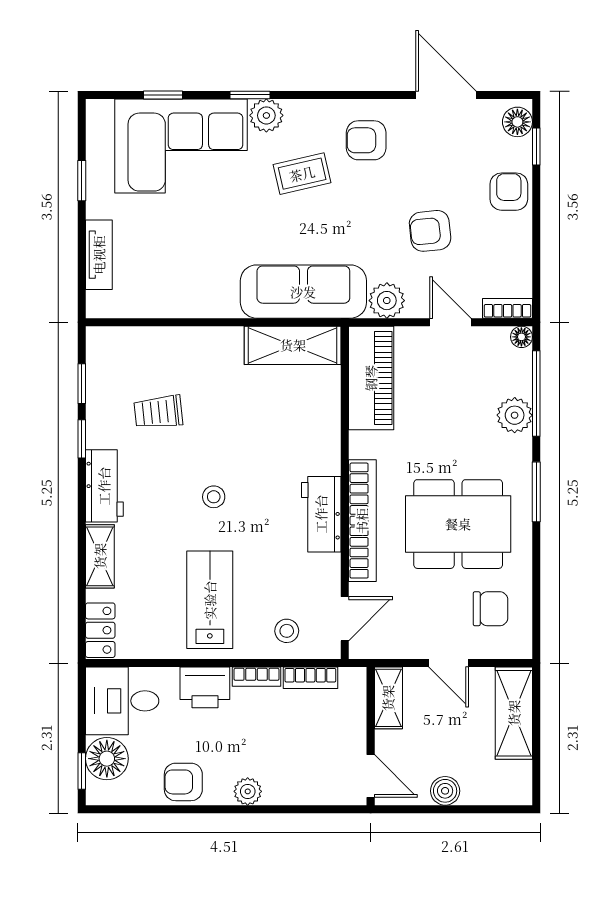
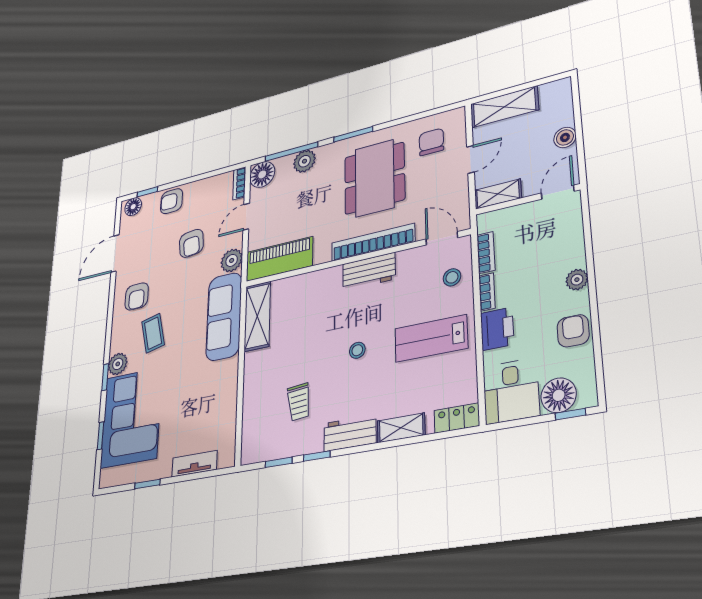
floor lamp: (521, 337) -> (262, 174), width x1.89, depth x1.89
armchair: (183, 782) -> (573, 331), turned 180

